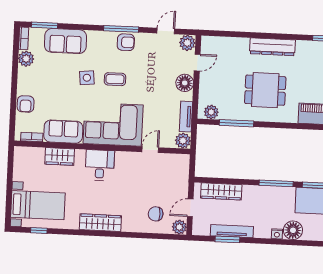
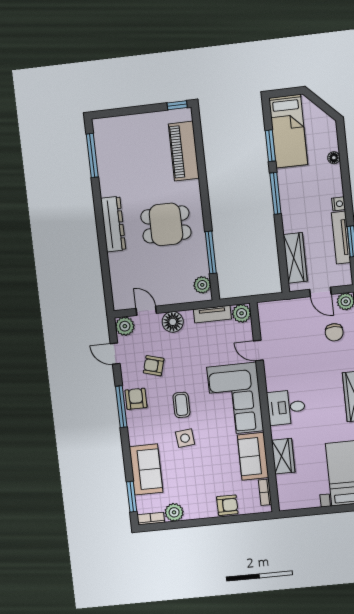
armchair: (151, 61) -> (154, 366), added
dining table: (265, 90) -> (166, 224), turned 90
floor lamp: (293, 230) -> (334, 158), width x0.53, depth x0.53
nightstand: (277, 234) -> (339, 204), moved

